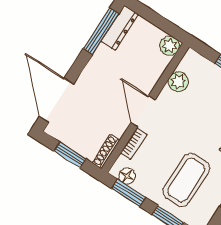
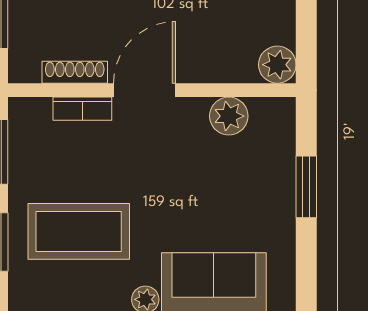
shoe rack: (106, 152) -> (75, 72), moved
floor lamp: (127, 176) -> (23, 132), removed

